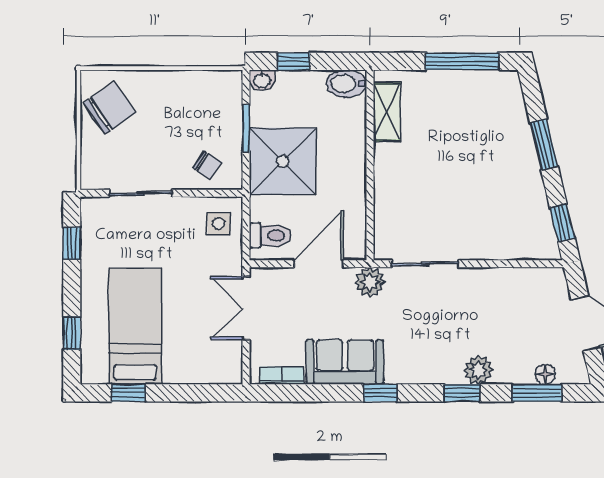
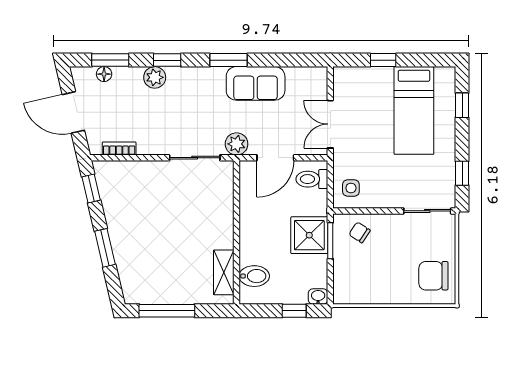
bidet: (347, 84) -> (254, 276), moved
chair: (109, 108) -> (433, 276), turned 34
window: (246, 128) -> (330, 241), moved
shower: (283, 161) -> (309, 235), width x0.73, depth x0.73
sliding door: (141, 193) -> (427, 211), moved
double door: (246, 308) -> (330, 124), swing flipped
bookcase: (282, 376) -> (119, 148), moved, turned 180
window: (128, 393) -> (383, 60), moved
window: (381, 393) -> (229, 60), width x1.50

